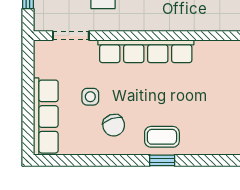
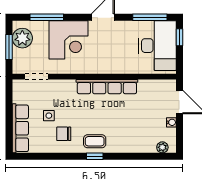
row of seats: (146, 51) -> (107, 87), moved
chair: (114, 125) -> (64, 134), turned 109

